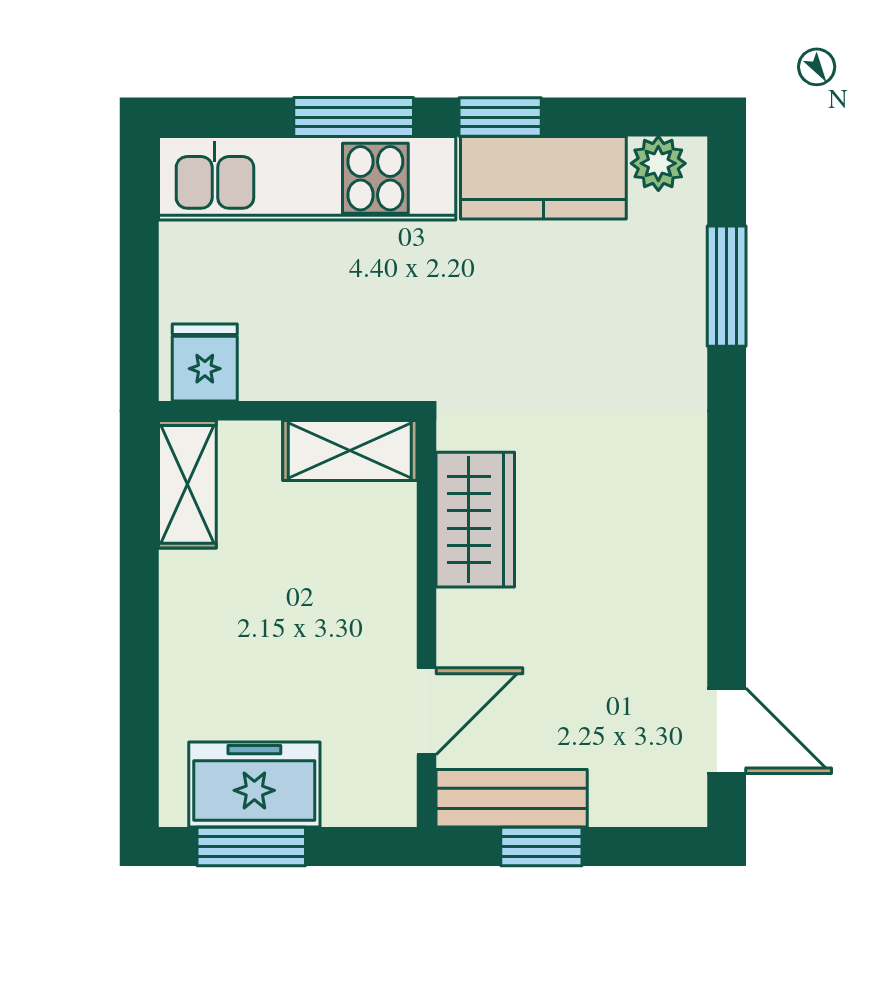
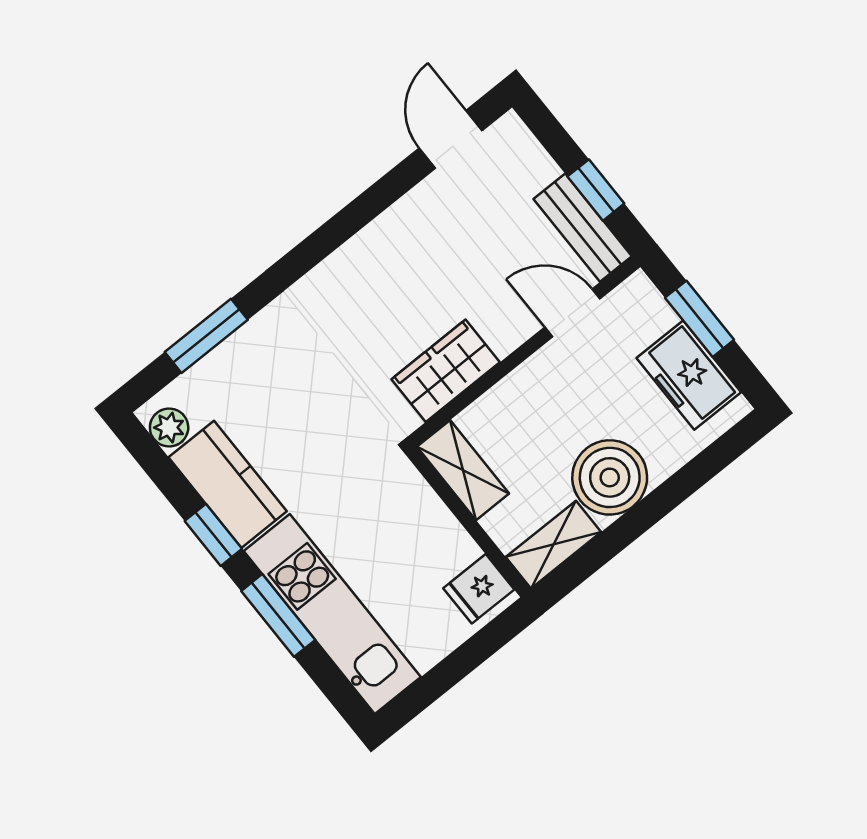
boiler: (211, 606) -> (610, 477), added
window: (251, 846) -> (700, 319), moved

